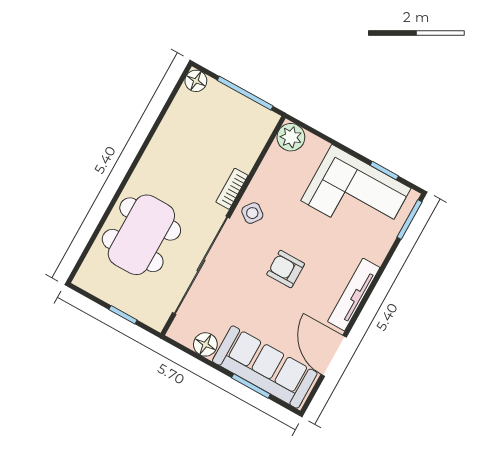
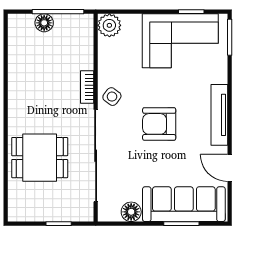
floor lamp: (196, 81) -> (44, 23), moved
dining table: (141, 235) -> (40, 158), width x0.73
armchair: (286, 269) -> (159, 124), width x1.38, depth x1.38
door: (334, 356) -> (230, 168), width x0.73

